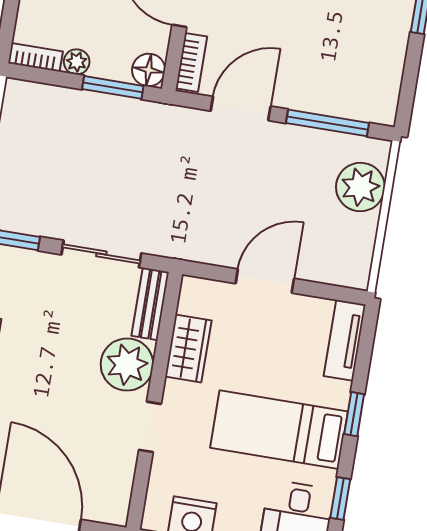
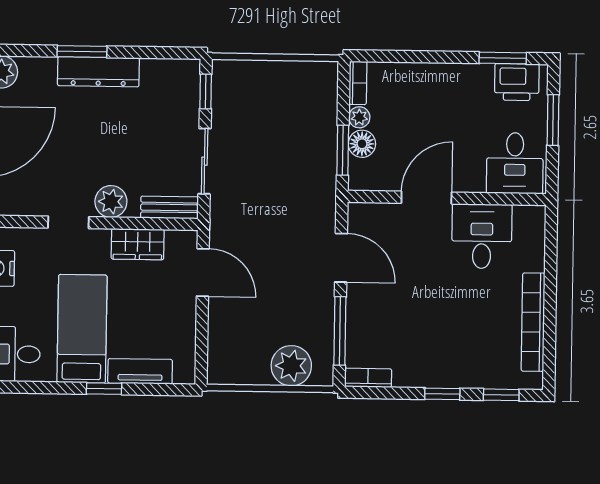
bookcase: (191, 62) -> (368, 378), moved, turned 180
floor lamp: (149, 70) -> (362, 144), moved
door: (265, 281) -> (203, 272), moved
tv unit: (345, 340) -> (140, 371), moved
plant: (127, 365) -> (111, 202), width x0.73, depth x0.73
window: (340, 499) -> (33, 387), removed

